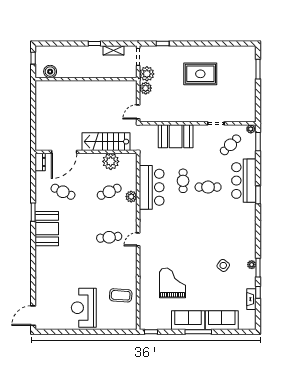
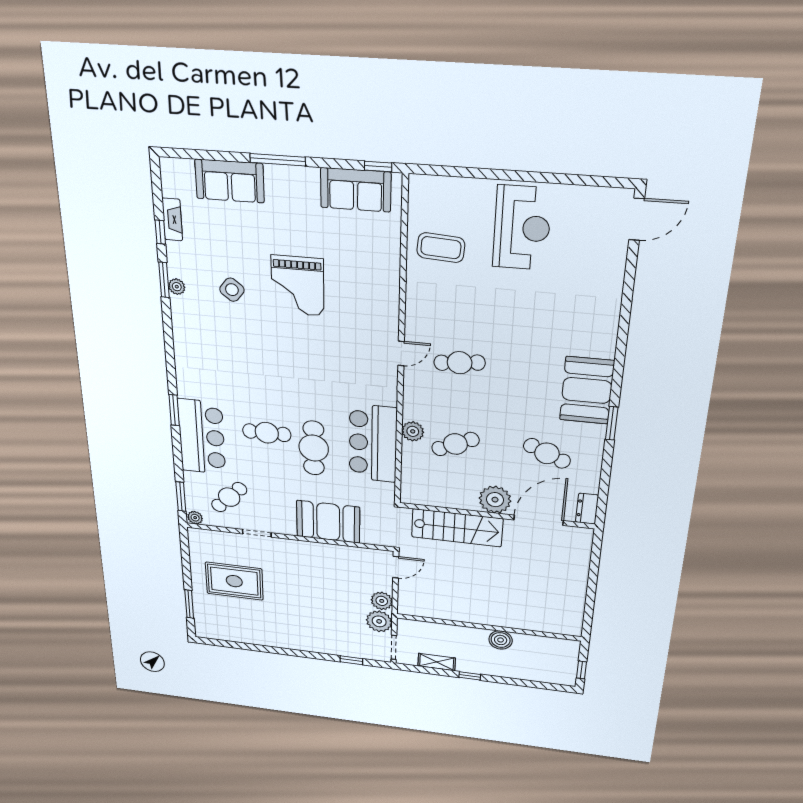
boiler: (50, 72) -> (501, 640), moved
rug: (200, 74) -> (234, 581), moved
plant: (111, 161) -> (495, 500), moved
cafe table: (183, 181) -> (314, 448), width x1.37, depth x1.35
grand piano: (172, 283) -> (298, 286), moved
sofa: (188, 320) -> (356, 190), moved

